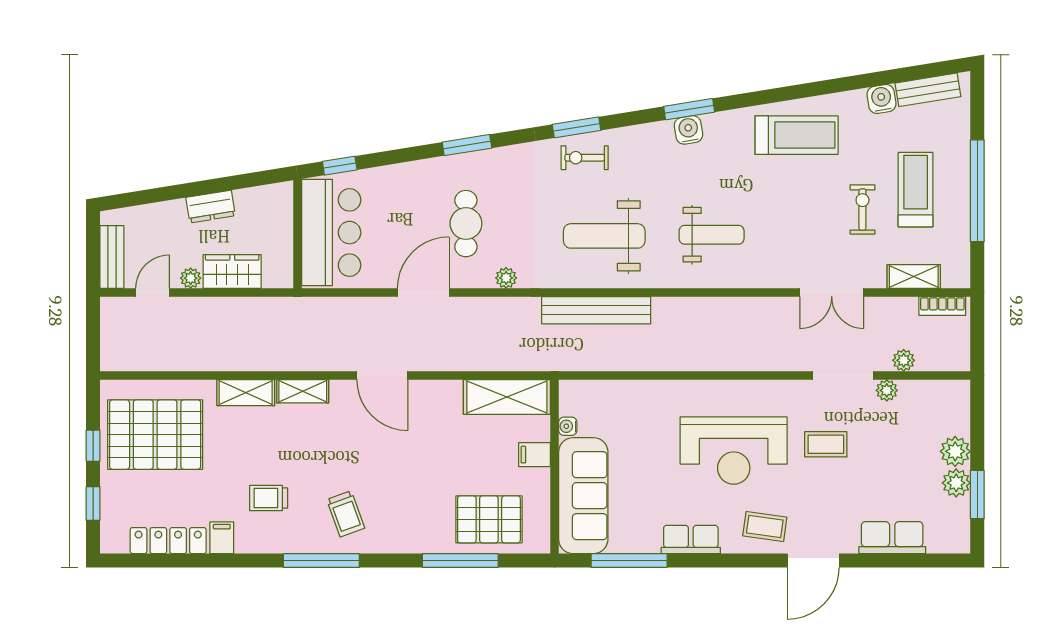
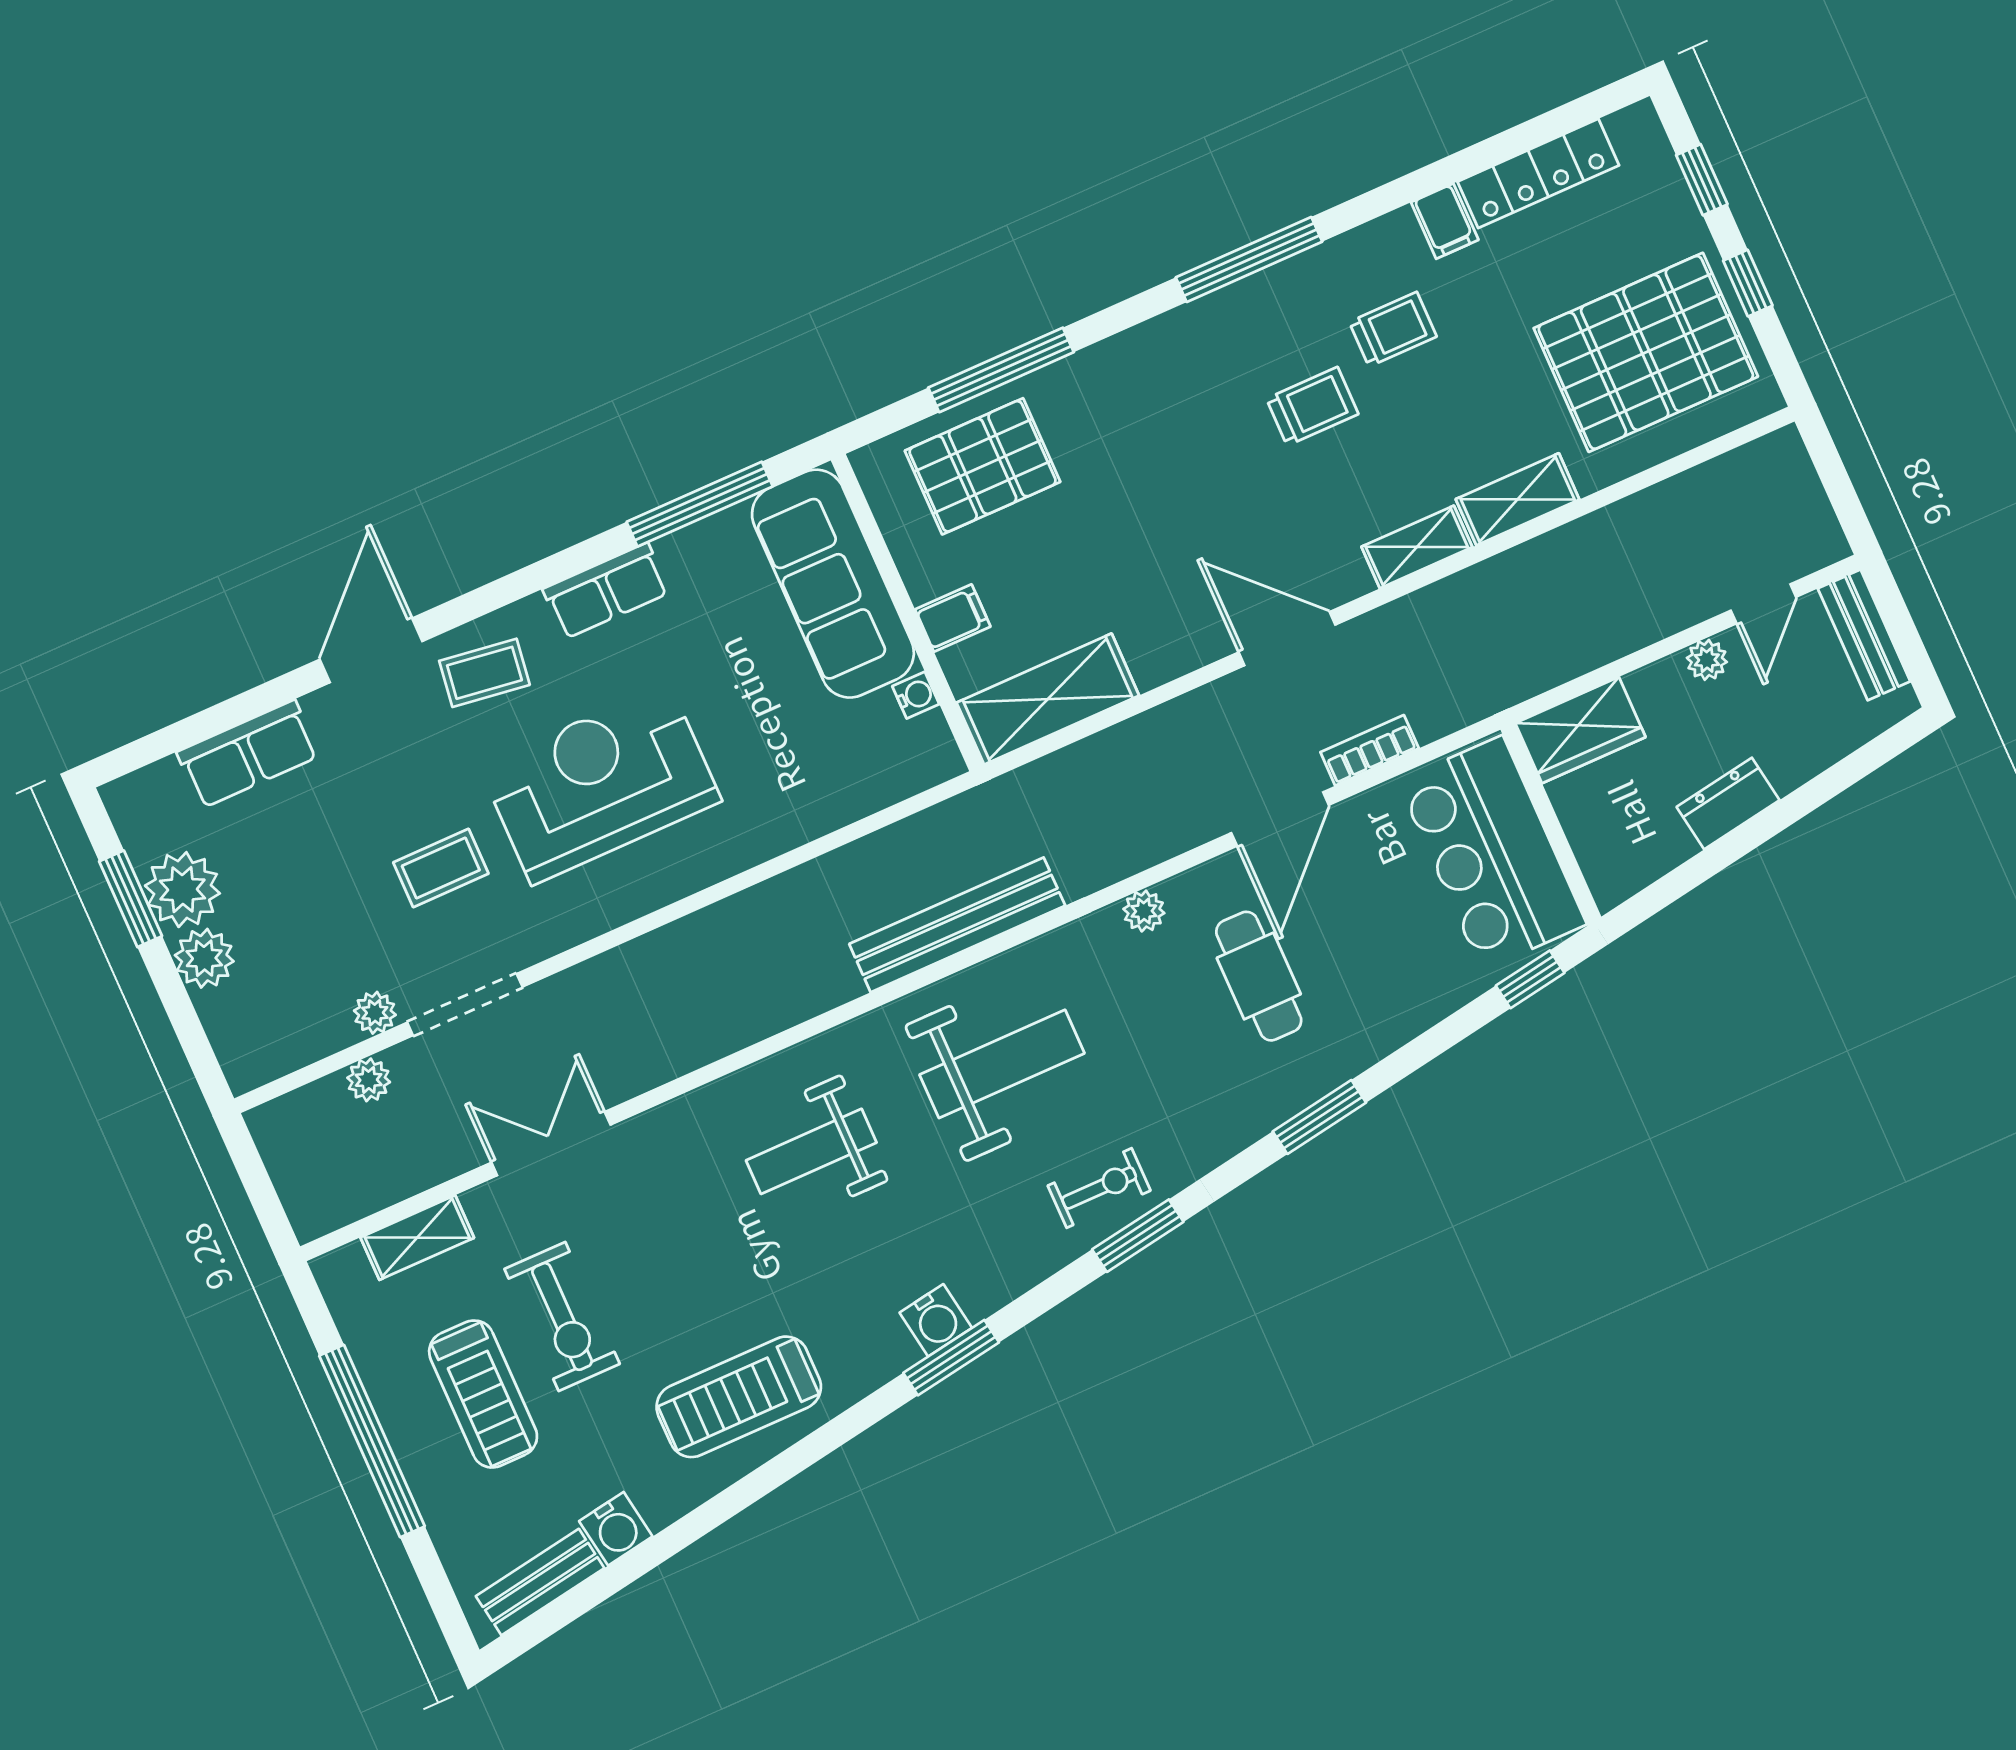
exercise bike: (862, 209) -> (562, 1316), width x1.38, depth x1.39
wardrobe: (232, 272) -> (1580, 730), moved
bookcase: (942, 306) -> (1370, 750), moved
plant: (956, 483) -> (182, 890), width x1.36, depth x1.36
trolley: (346, 514) -> (1312, 406), moved, turned 110

